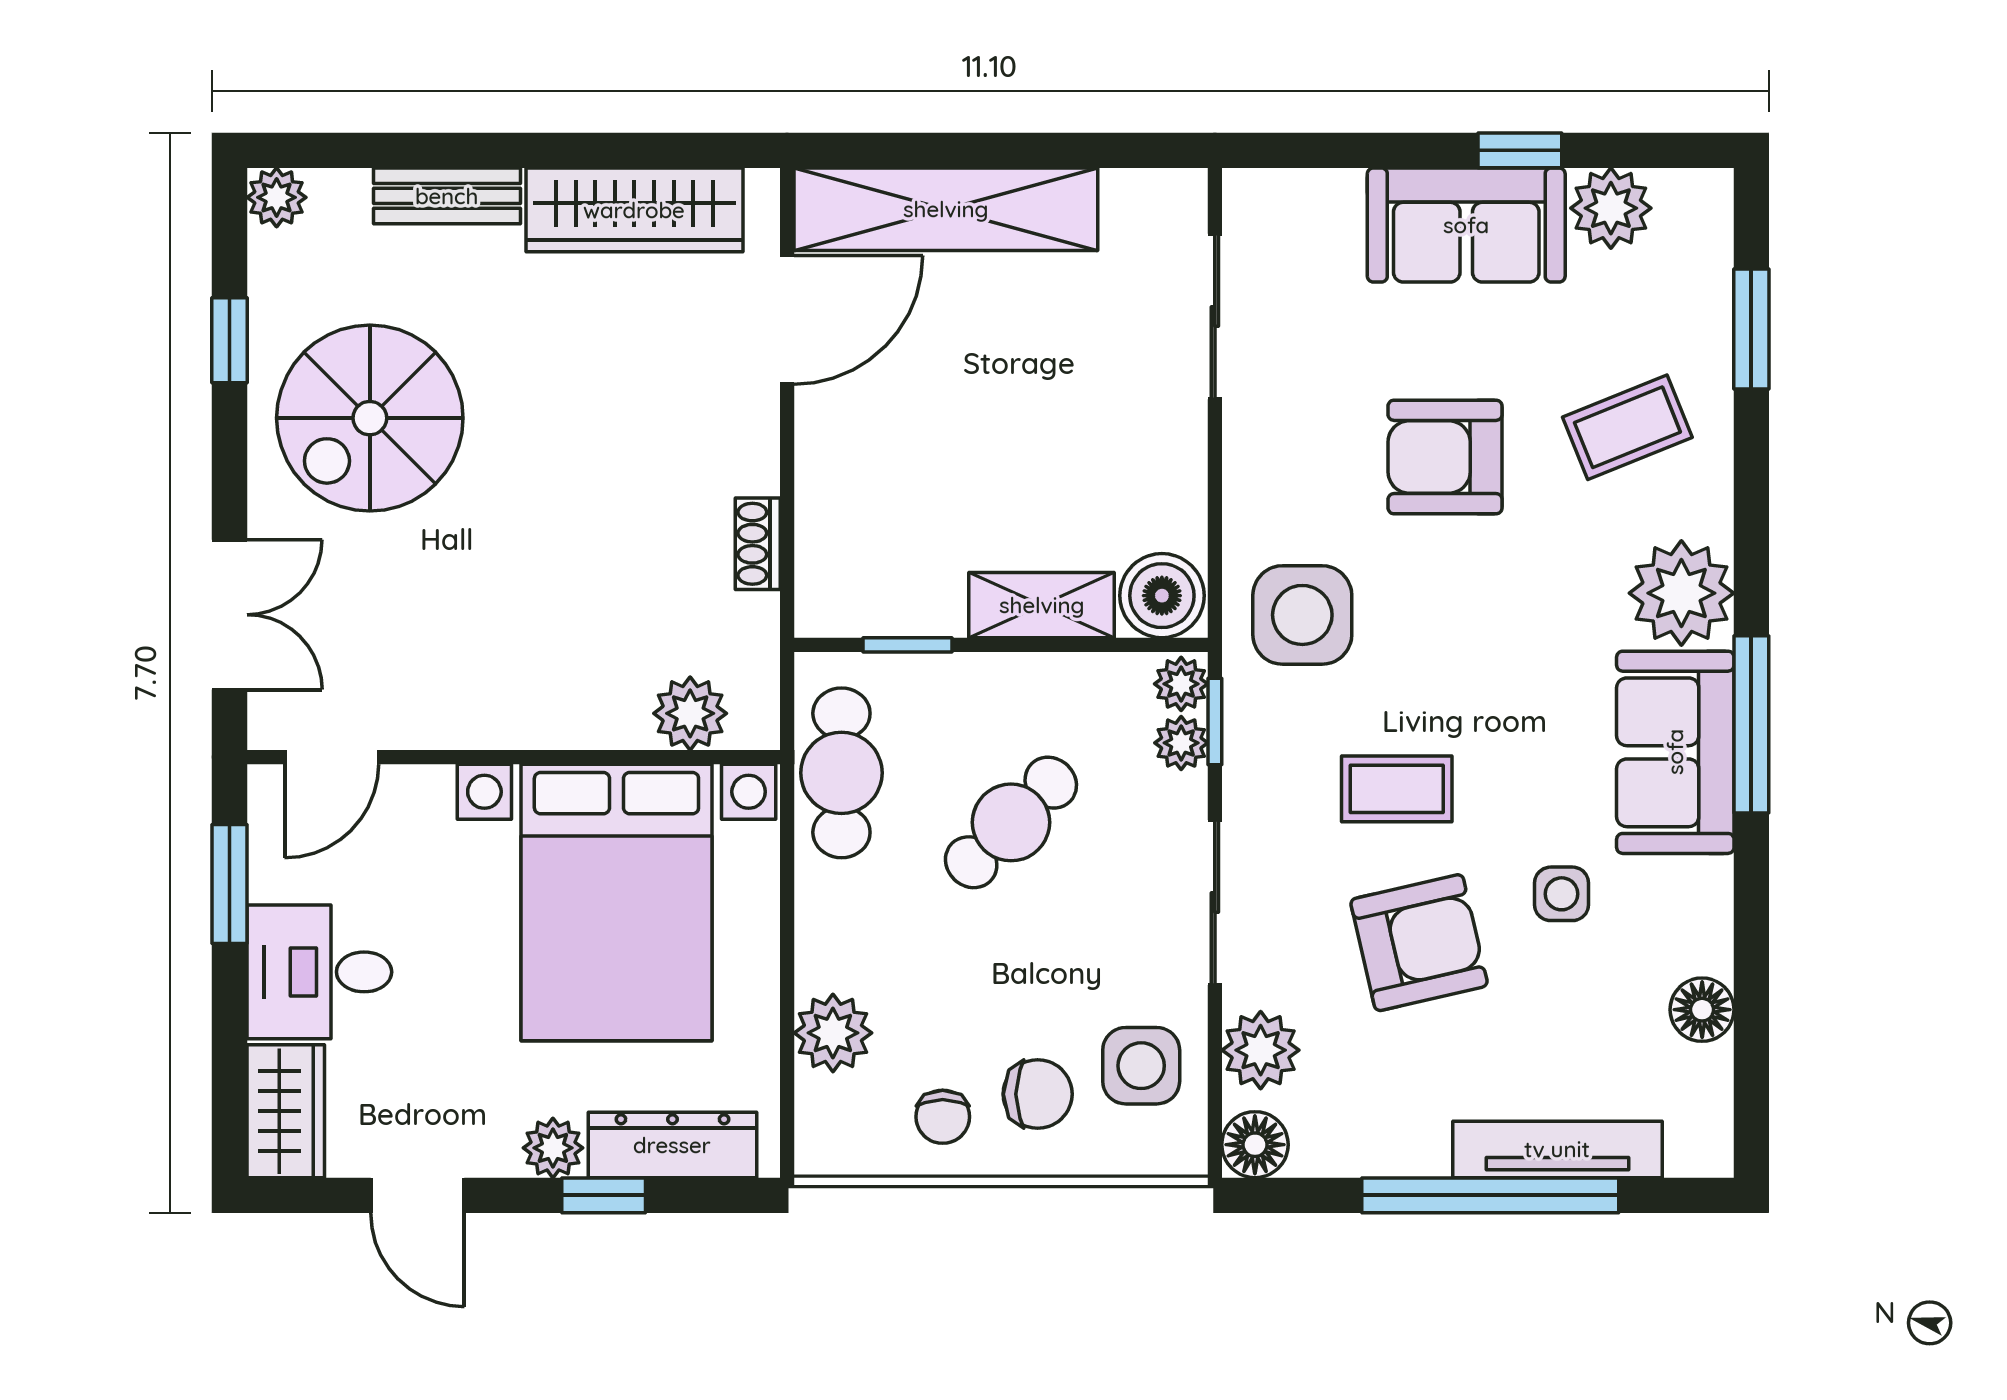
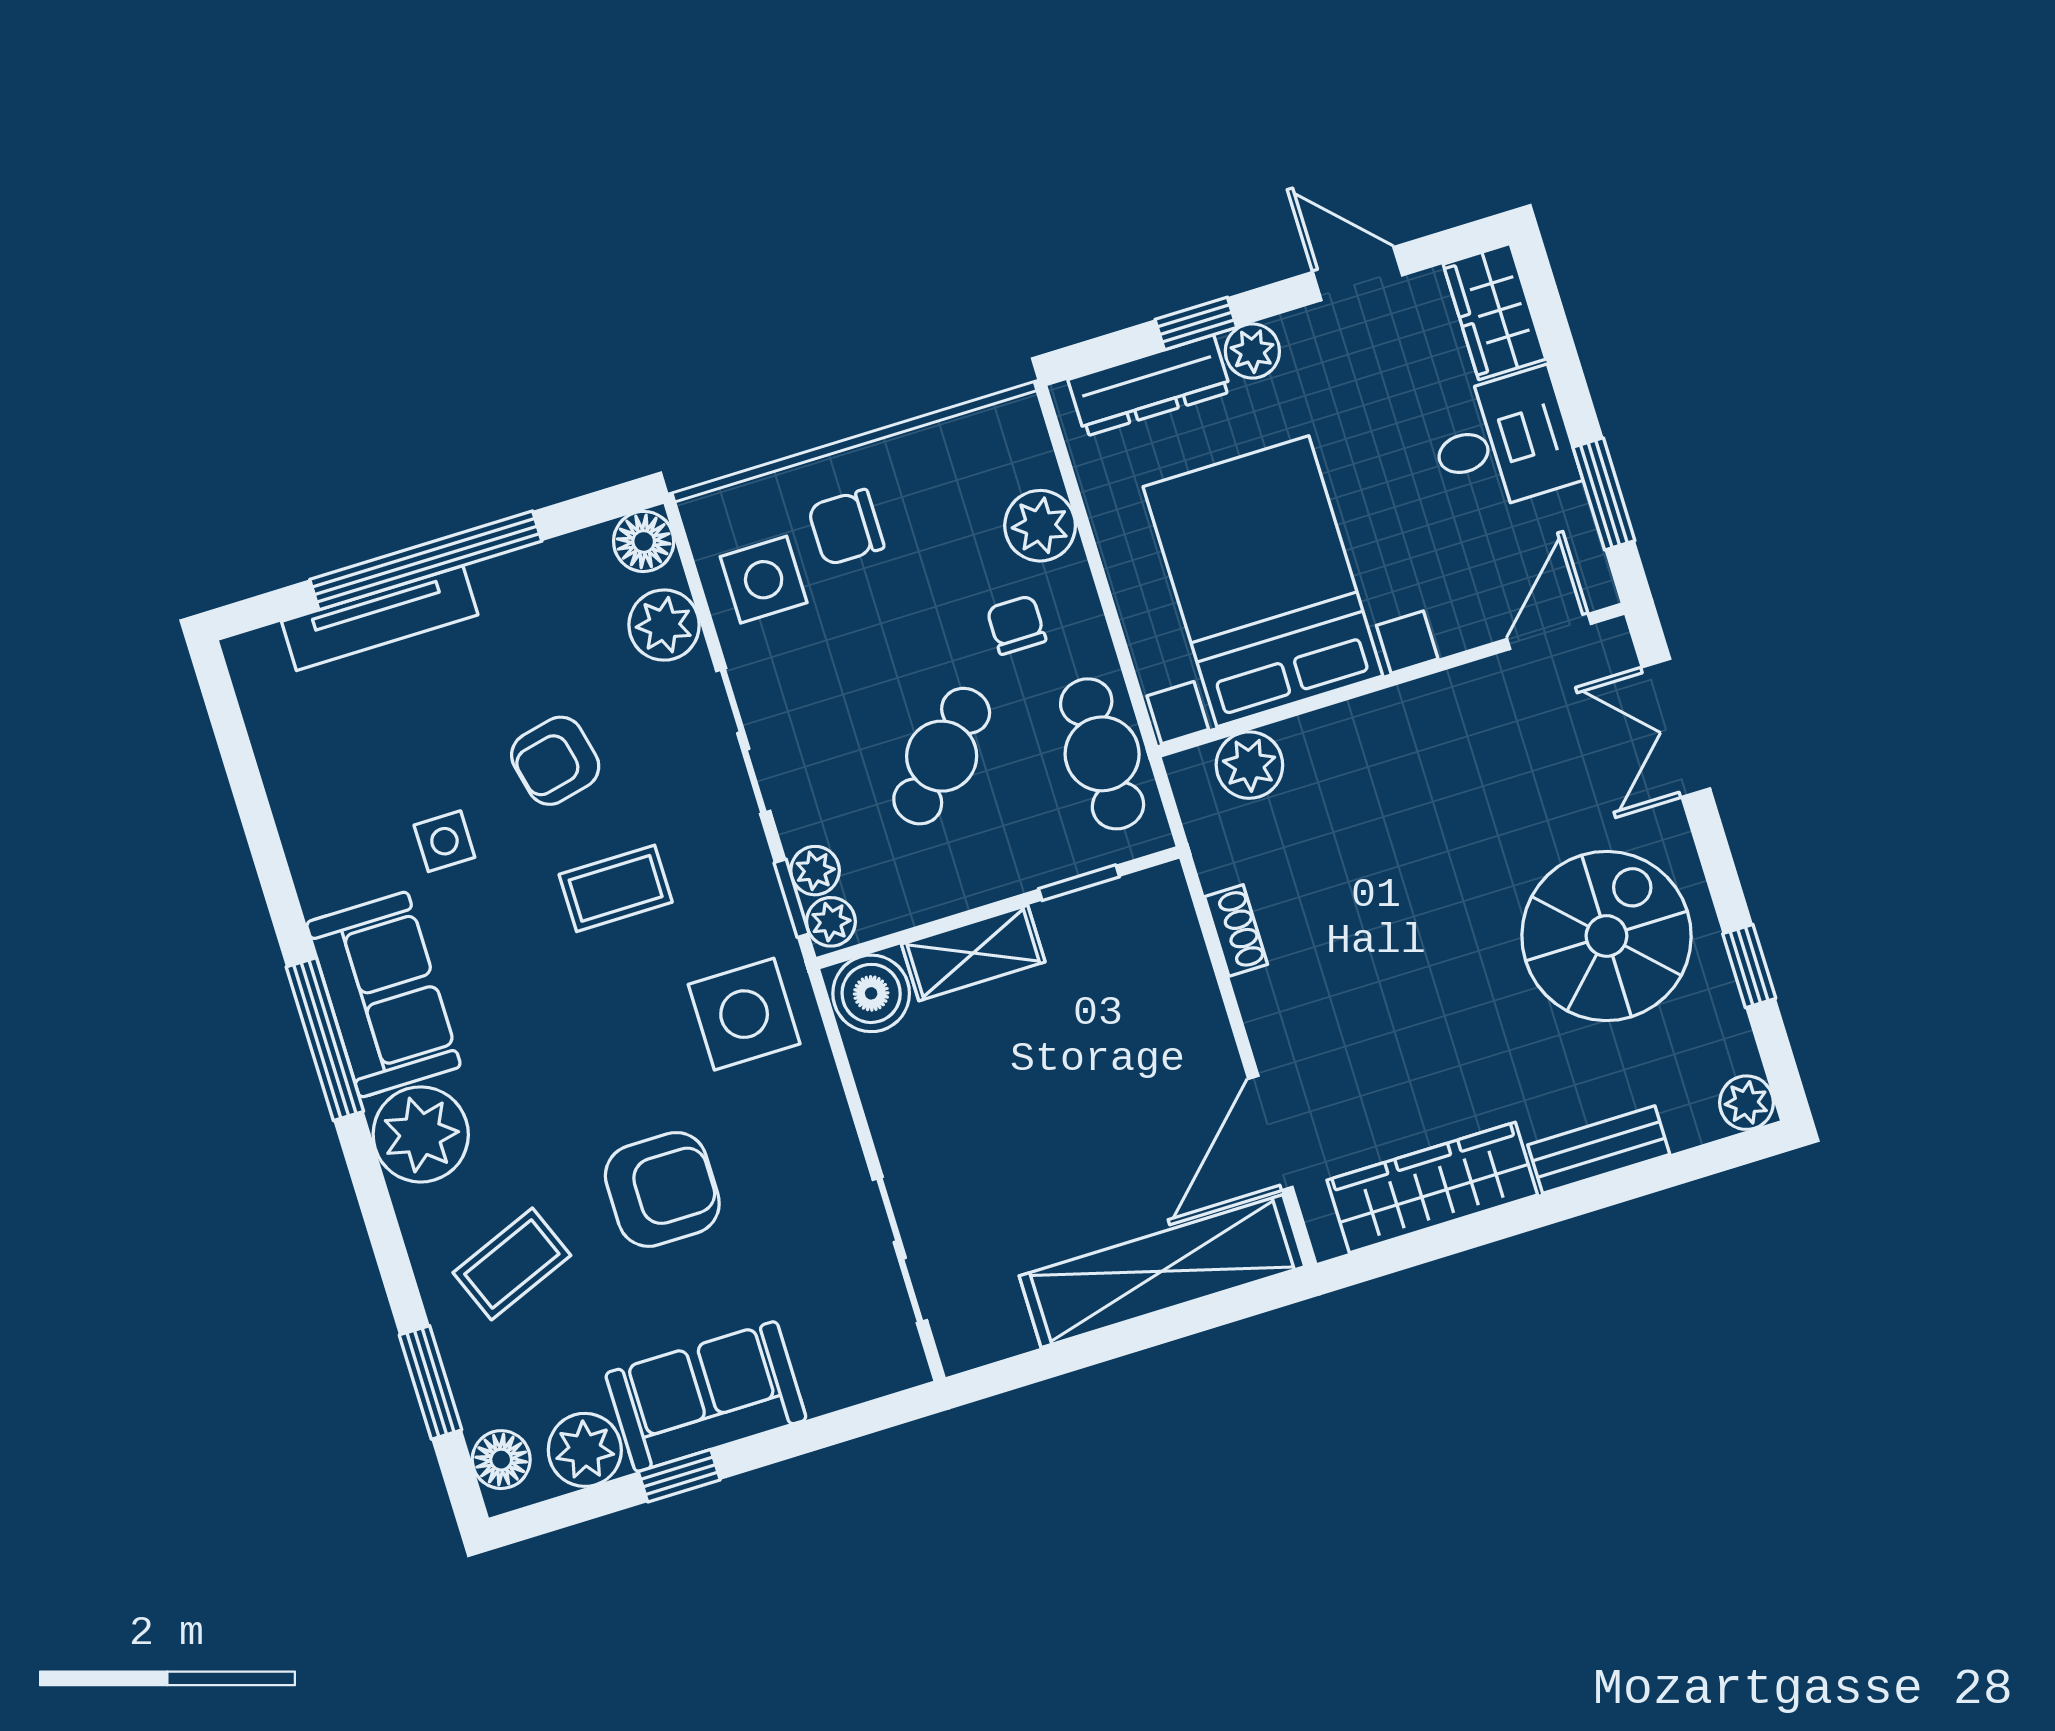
armchair: (1419, 943) -> (555, 761), width x0.72, depth x0.72
floor lamp: (1702, 1010) -> (501, 1460), moved
chair: (943, 1117) -> (1016, 625), moved

